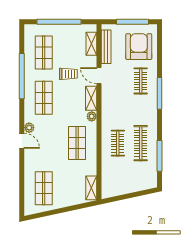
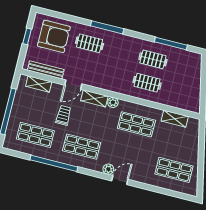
window: (133, 22) -> (27, 36), width x0.46
armchair: (139, 47) -> (54, 36), turned 180
clothes rail: (141, 143) -> (153, 59), width x0.73
shelving: (91, 188) -> (175, 119), moved

